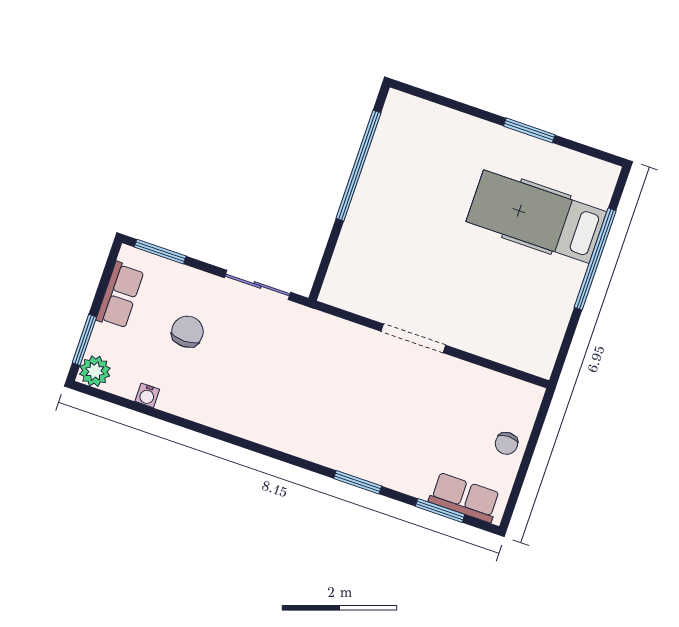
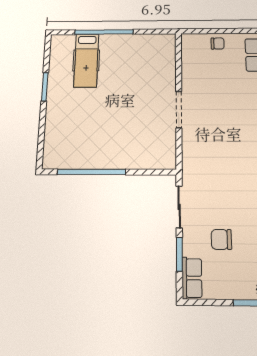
hospital bed: (536, 217) -> (86, 60), width x0.73, depth x0.78
window: (160, 252) -> (179, 254), moved
row of seats: (120, 295) -> (192, 278), moved, turned 90

